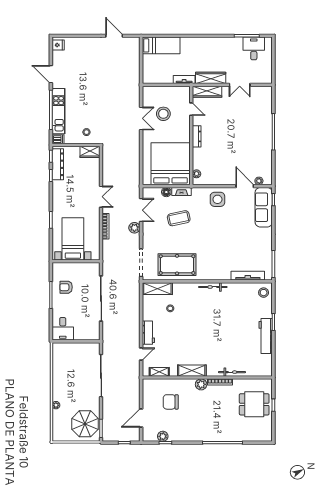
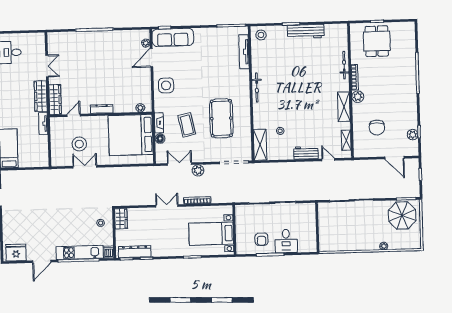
fridge: (58, 45) -> (16, 253), width x1.88, depth x1.34
pool table: (177, 265) -> (221, 118), moved
desk: (63, 329) -> (286, 241), moved, turned 90

